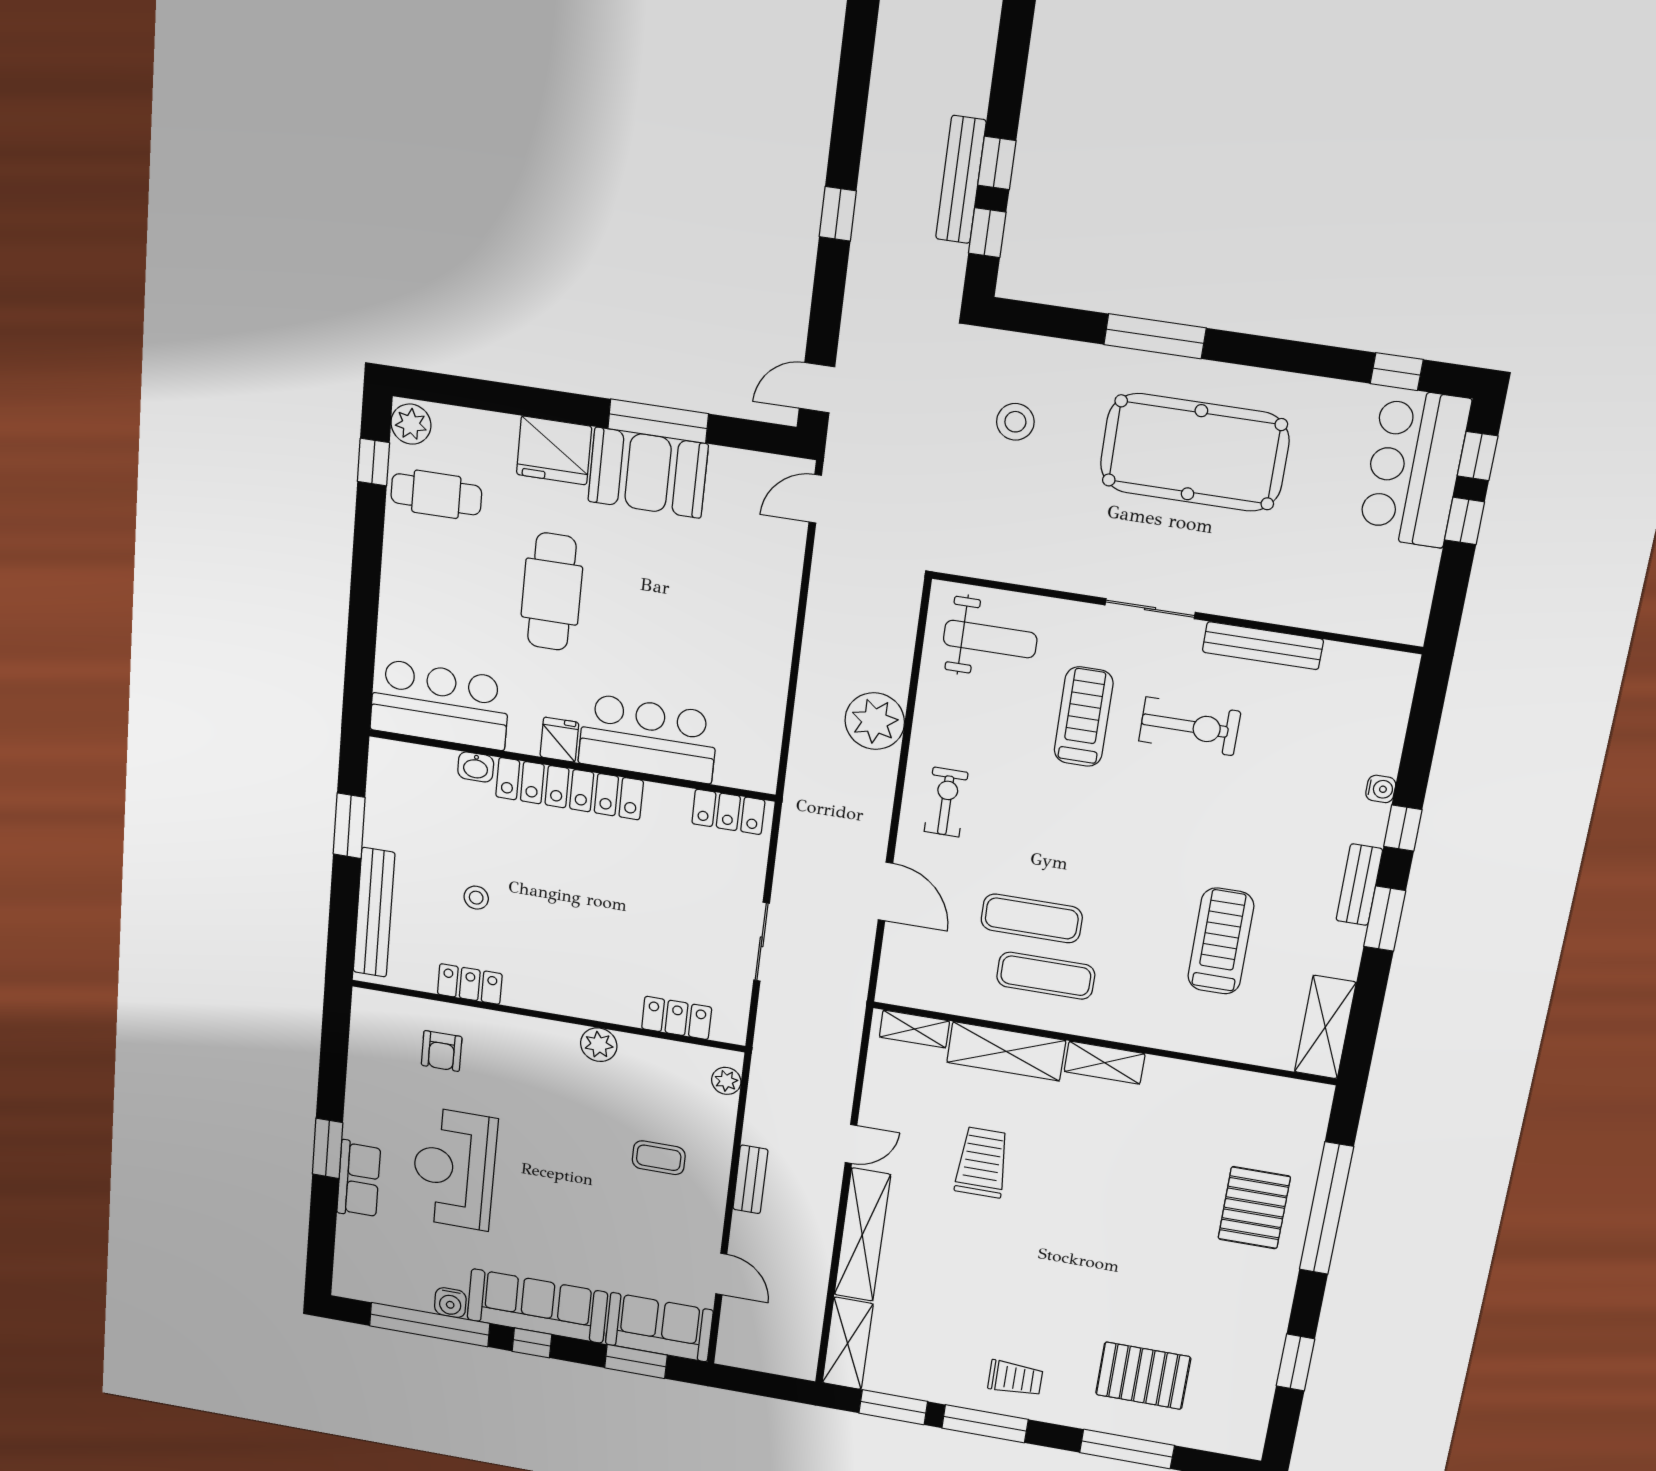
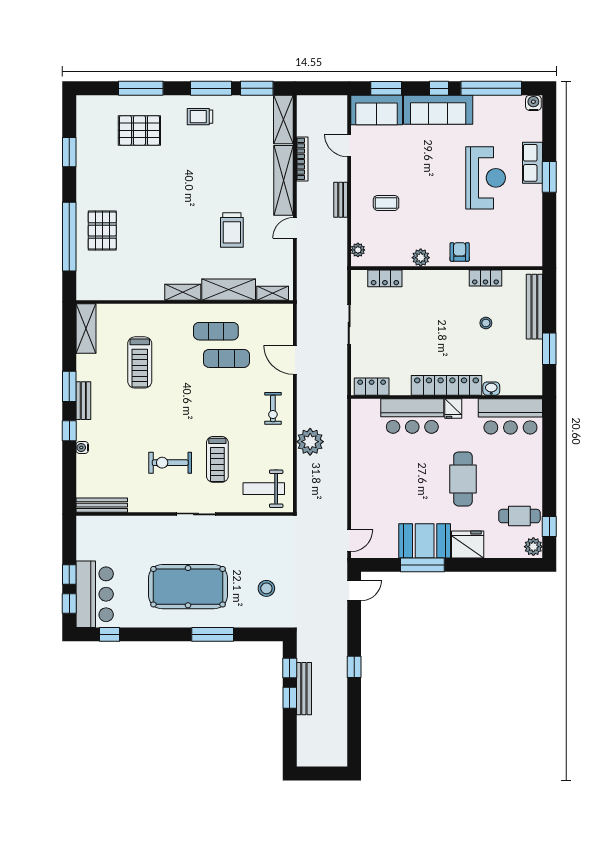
bench: (1263, 646) -> (102, 505), moved
armchair: (442, 1051) -> (460, 252), moved
bookcase: (819, 1267) -> (302, 159), added
water cooler: (450, 1303) -> (533, 103), moved

